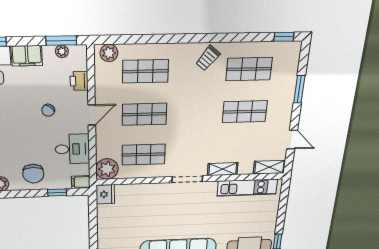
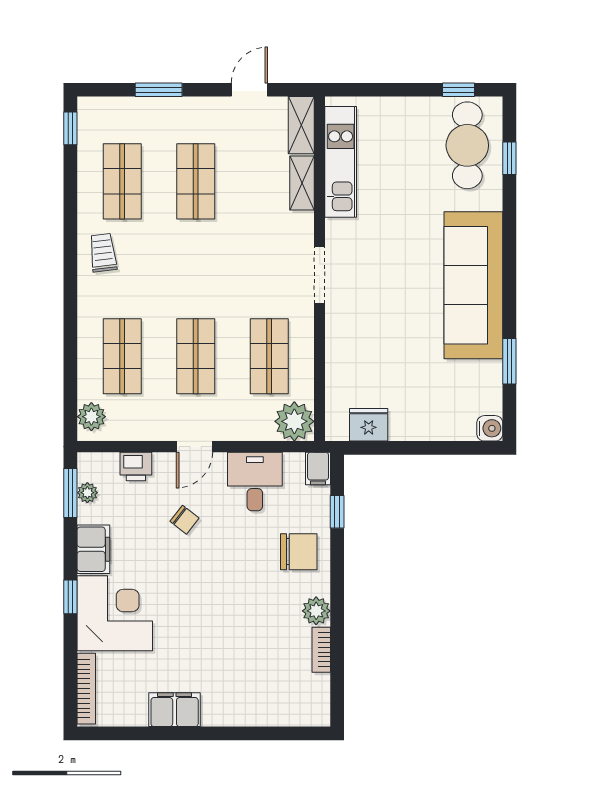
trolley: (208, 58) -> (103, 253), turned -136
door: (92, 115) -> (194, 447), swing flipped
shelving: (223, 169) -> (302, 183), moved
fridge: (105, 194) -> (369, 425), moved

